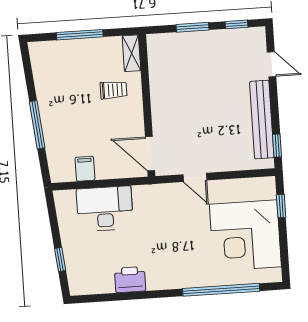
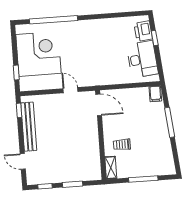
filing cabinet: (85, 169) -> (155, 94), moved
desk: (105, 209) -> (142, 59), moved, turned -96
printer: (130, 280) -> (143, 31), moved, turned 84

